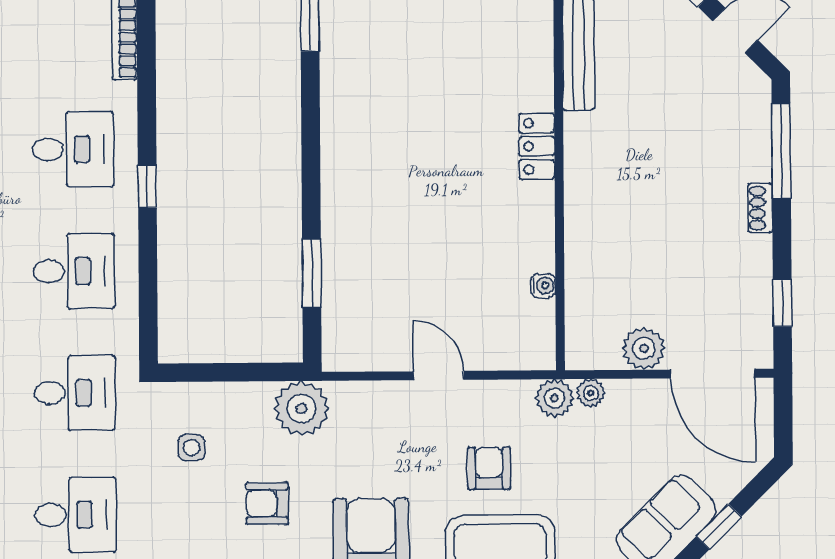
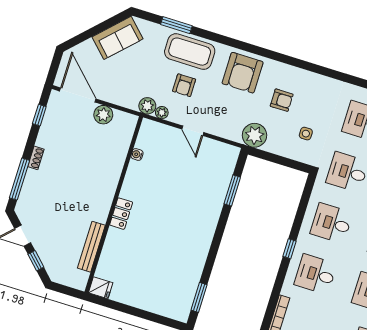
plant: (591, 393) -> (162, 113), moved
window: (719, 527) -> (96, 30), removed

